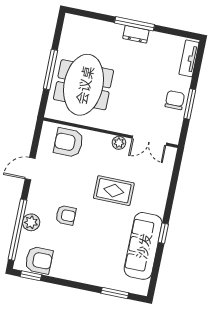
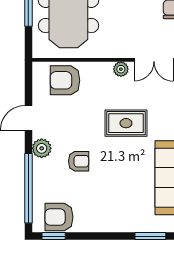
plant: (31, 222) -> (42, 148), moved
armchair: (39, 260) -> (59, 217), turned 180

